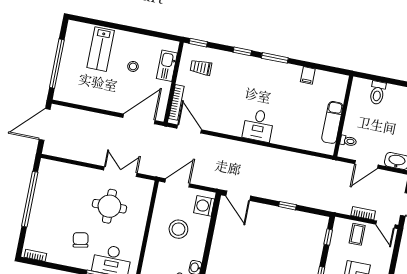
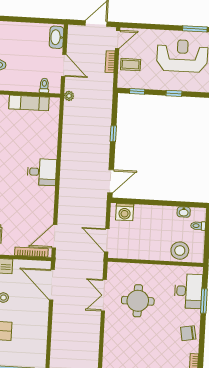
plant: (334, 165) -> (69, 96), added
stool: (178, 229) -> (180, 251), moved
chair: (81, 240) -> (188, 333), moved

